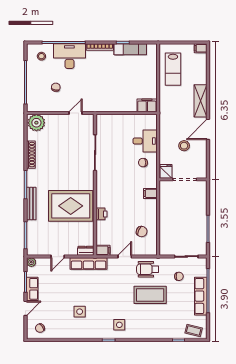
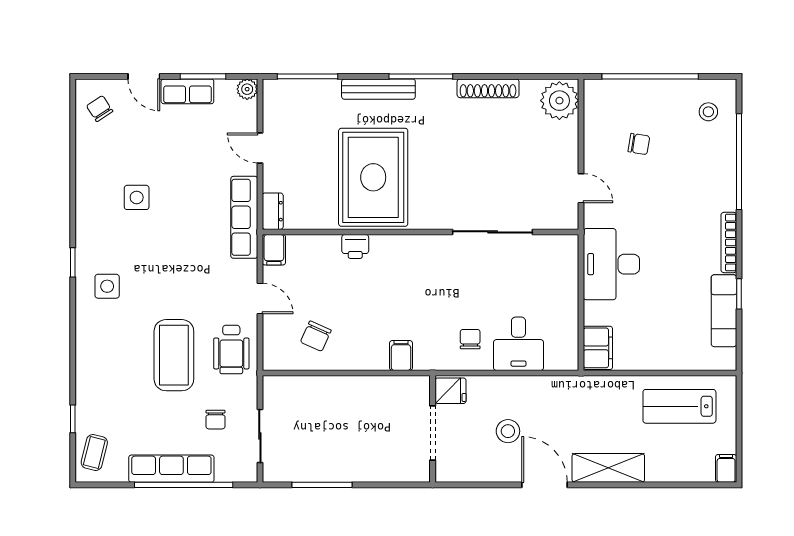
desk: (69, 56) -> (611, 264), moved, turned 180
wheelchair: (148, 269) -> (231, 350), turned 180

